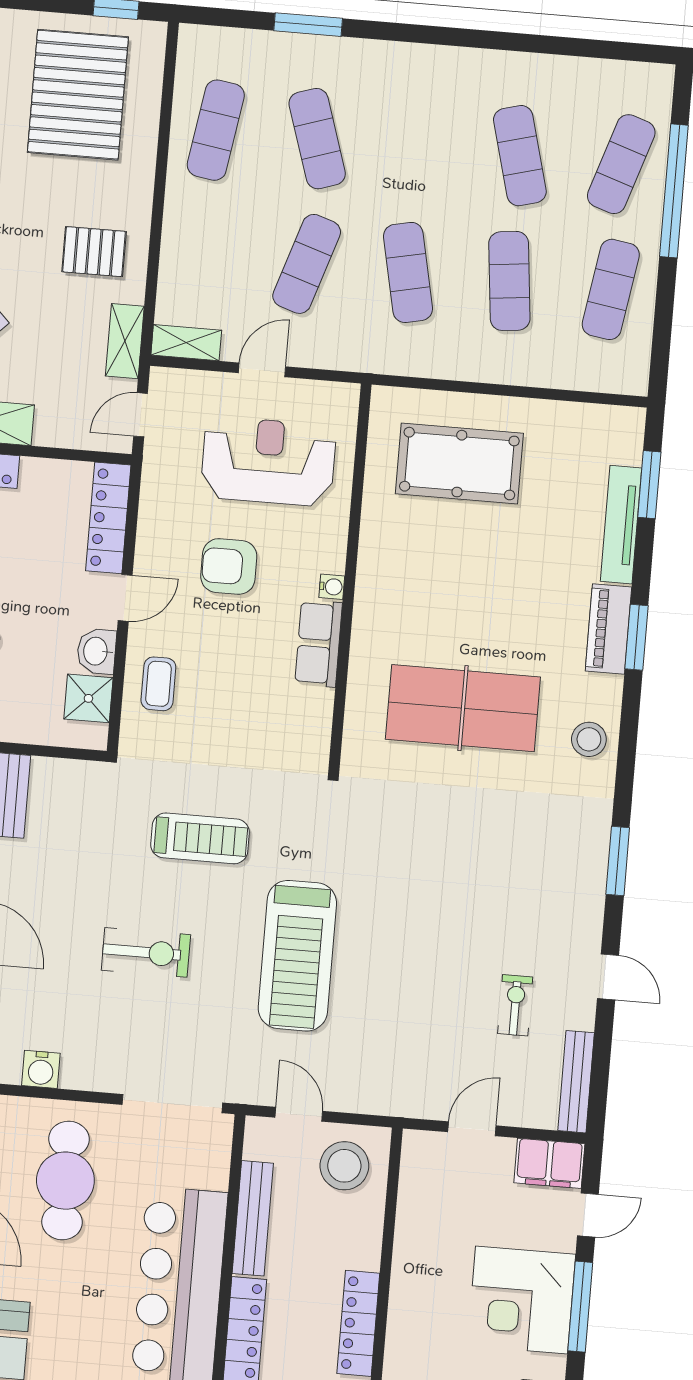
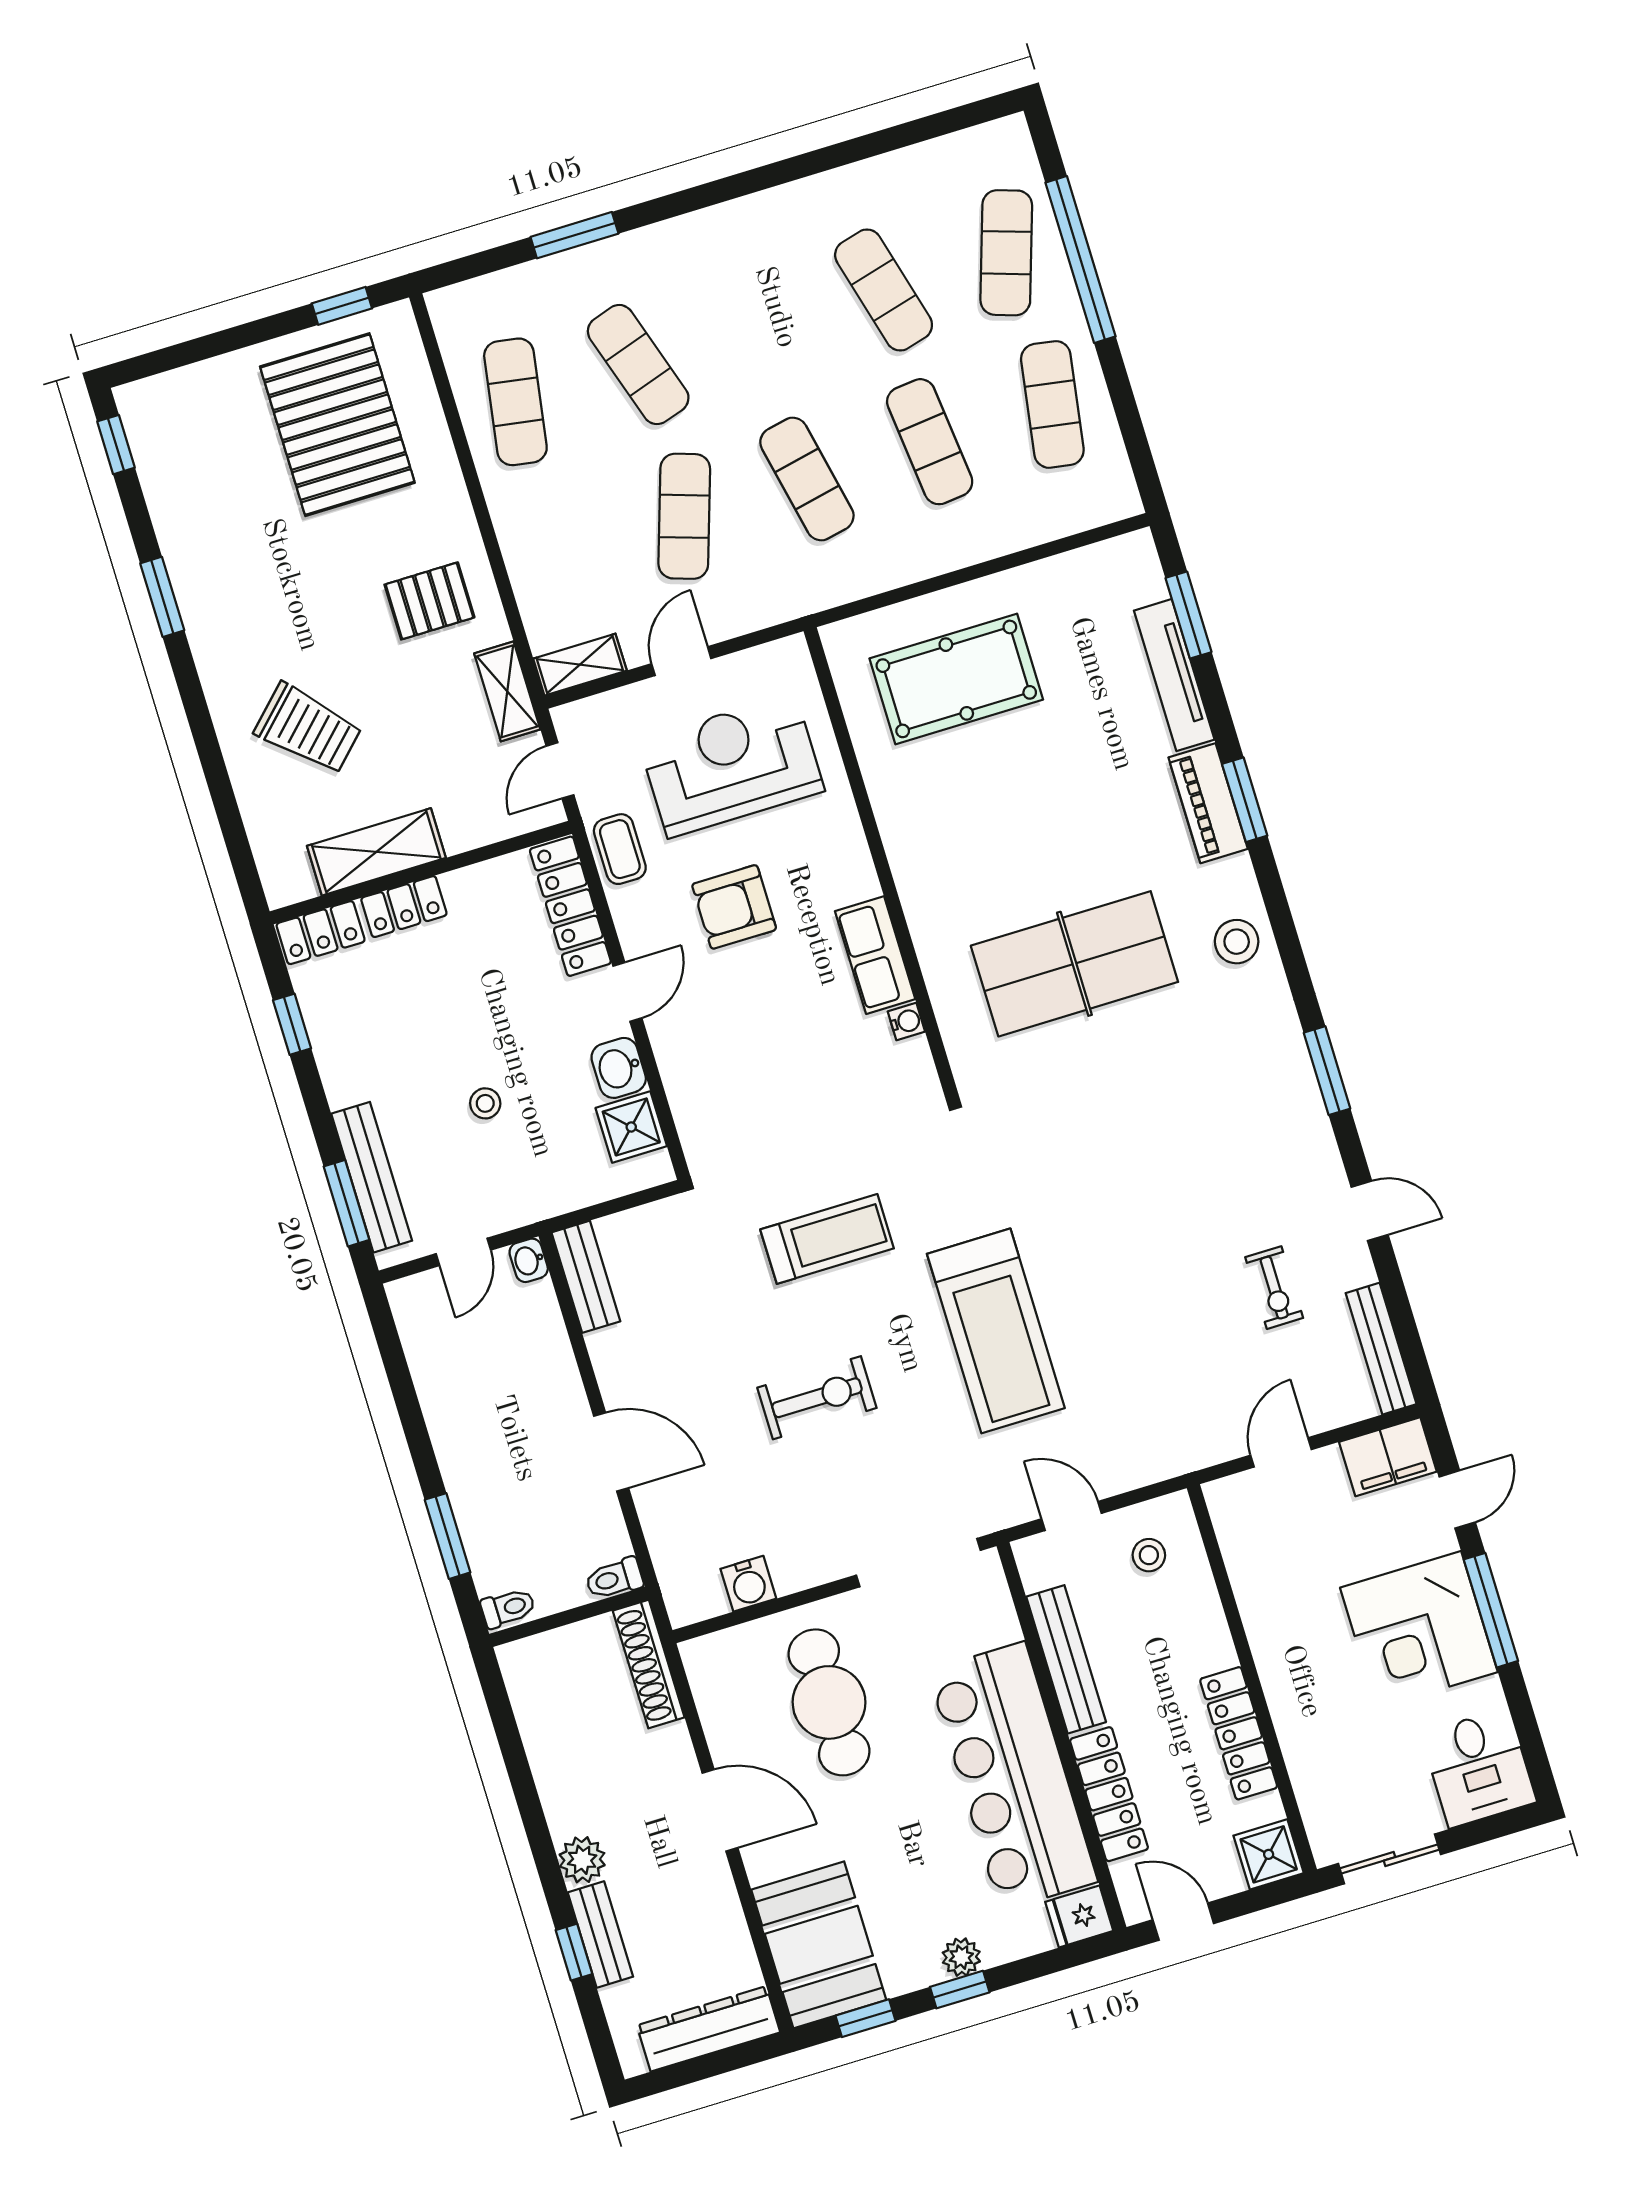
water cooler: (332, 587) -> (906, 1021), moved
coffee table: (158, 684) -> (620, 849), moved
exercise bike: (515, 1005) -> (1274, 1288), turned 180
stool: (344, 1166) -> (1149, 1555), width x0.53, depth x0.53

